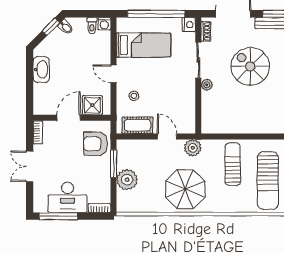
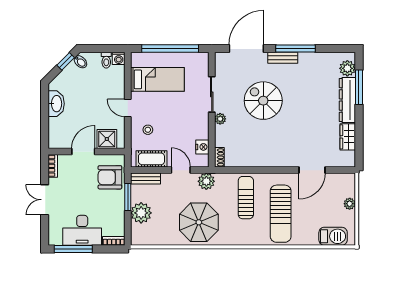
nightstand: (189, 25) -> (202, 147), moved
shoe rack: (206, 31) -> (219, 157), moved
bench: (131, 145) -> (145, 179), added

